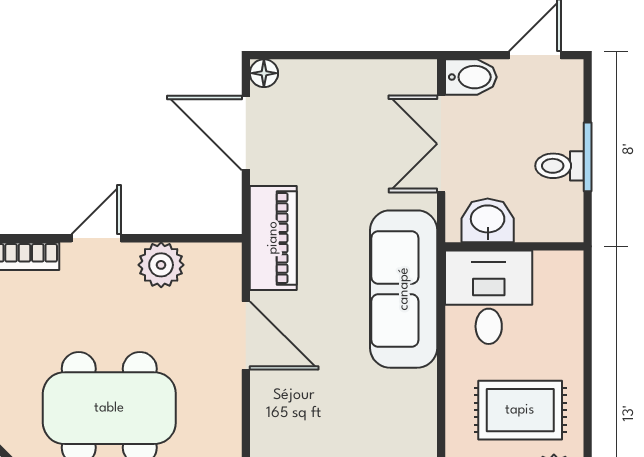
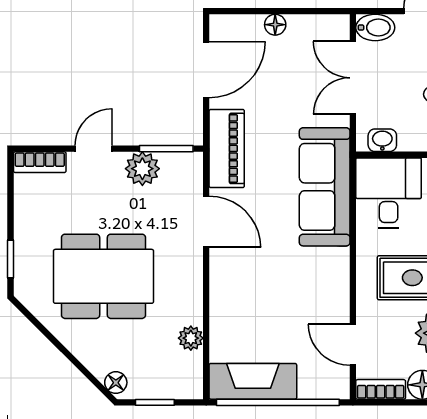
floor lamp: (264, 73) -> (275, 25), moved
door: (246, 133) -> (206, 70), swing flipped
washbasin: (488, 220) -> (382, 140), width x0.72, depth x0.69
window: (193, 238) -> (166, 149), added

